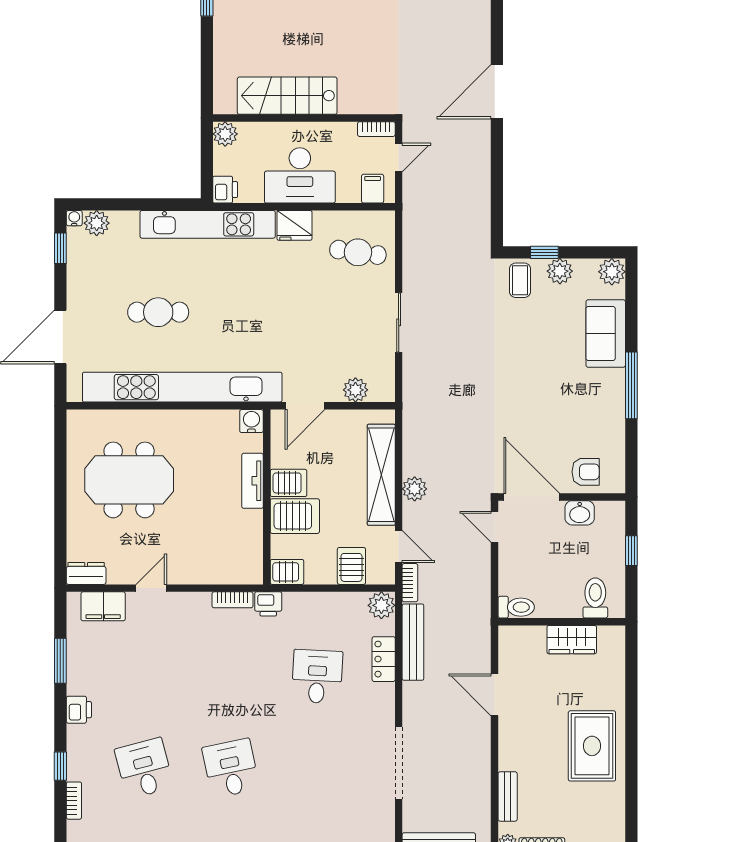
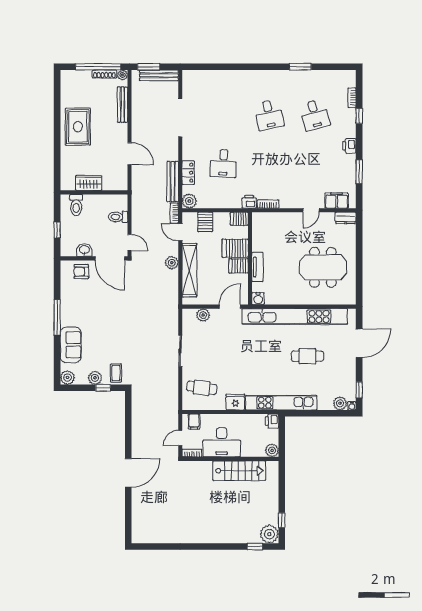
desk: (300, 175) -> (222, 442), moved, turned 180
toilet: (516, 607) -> (118, 217), moved
bench: (508, 796) -> (123, 105), width x1.36

